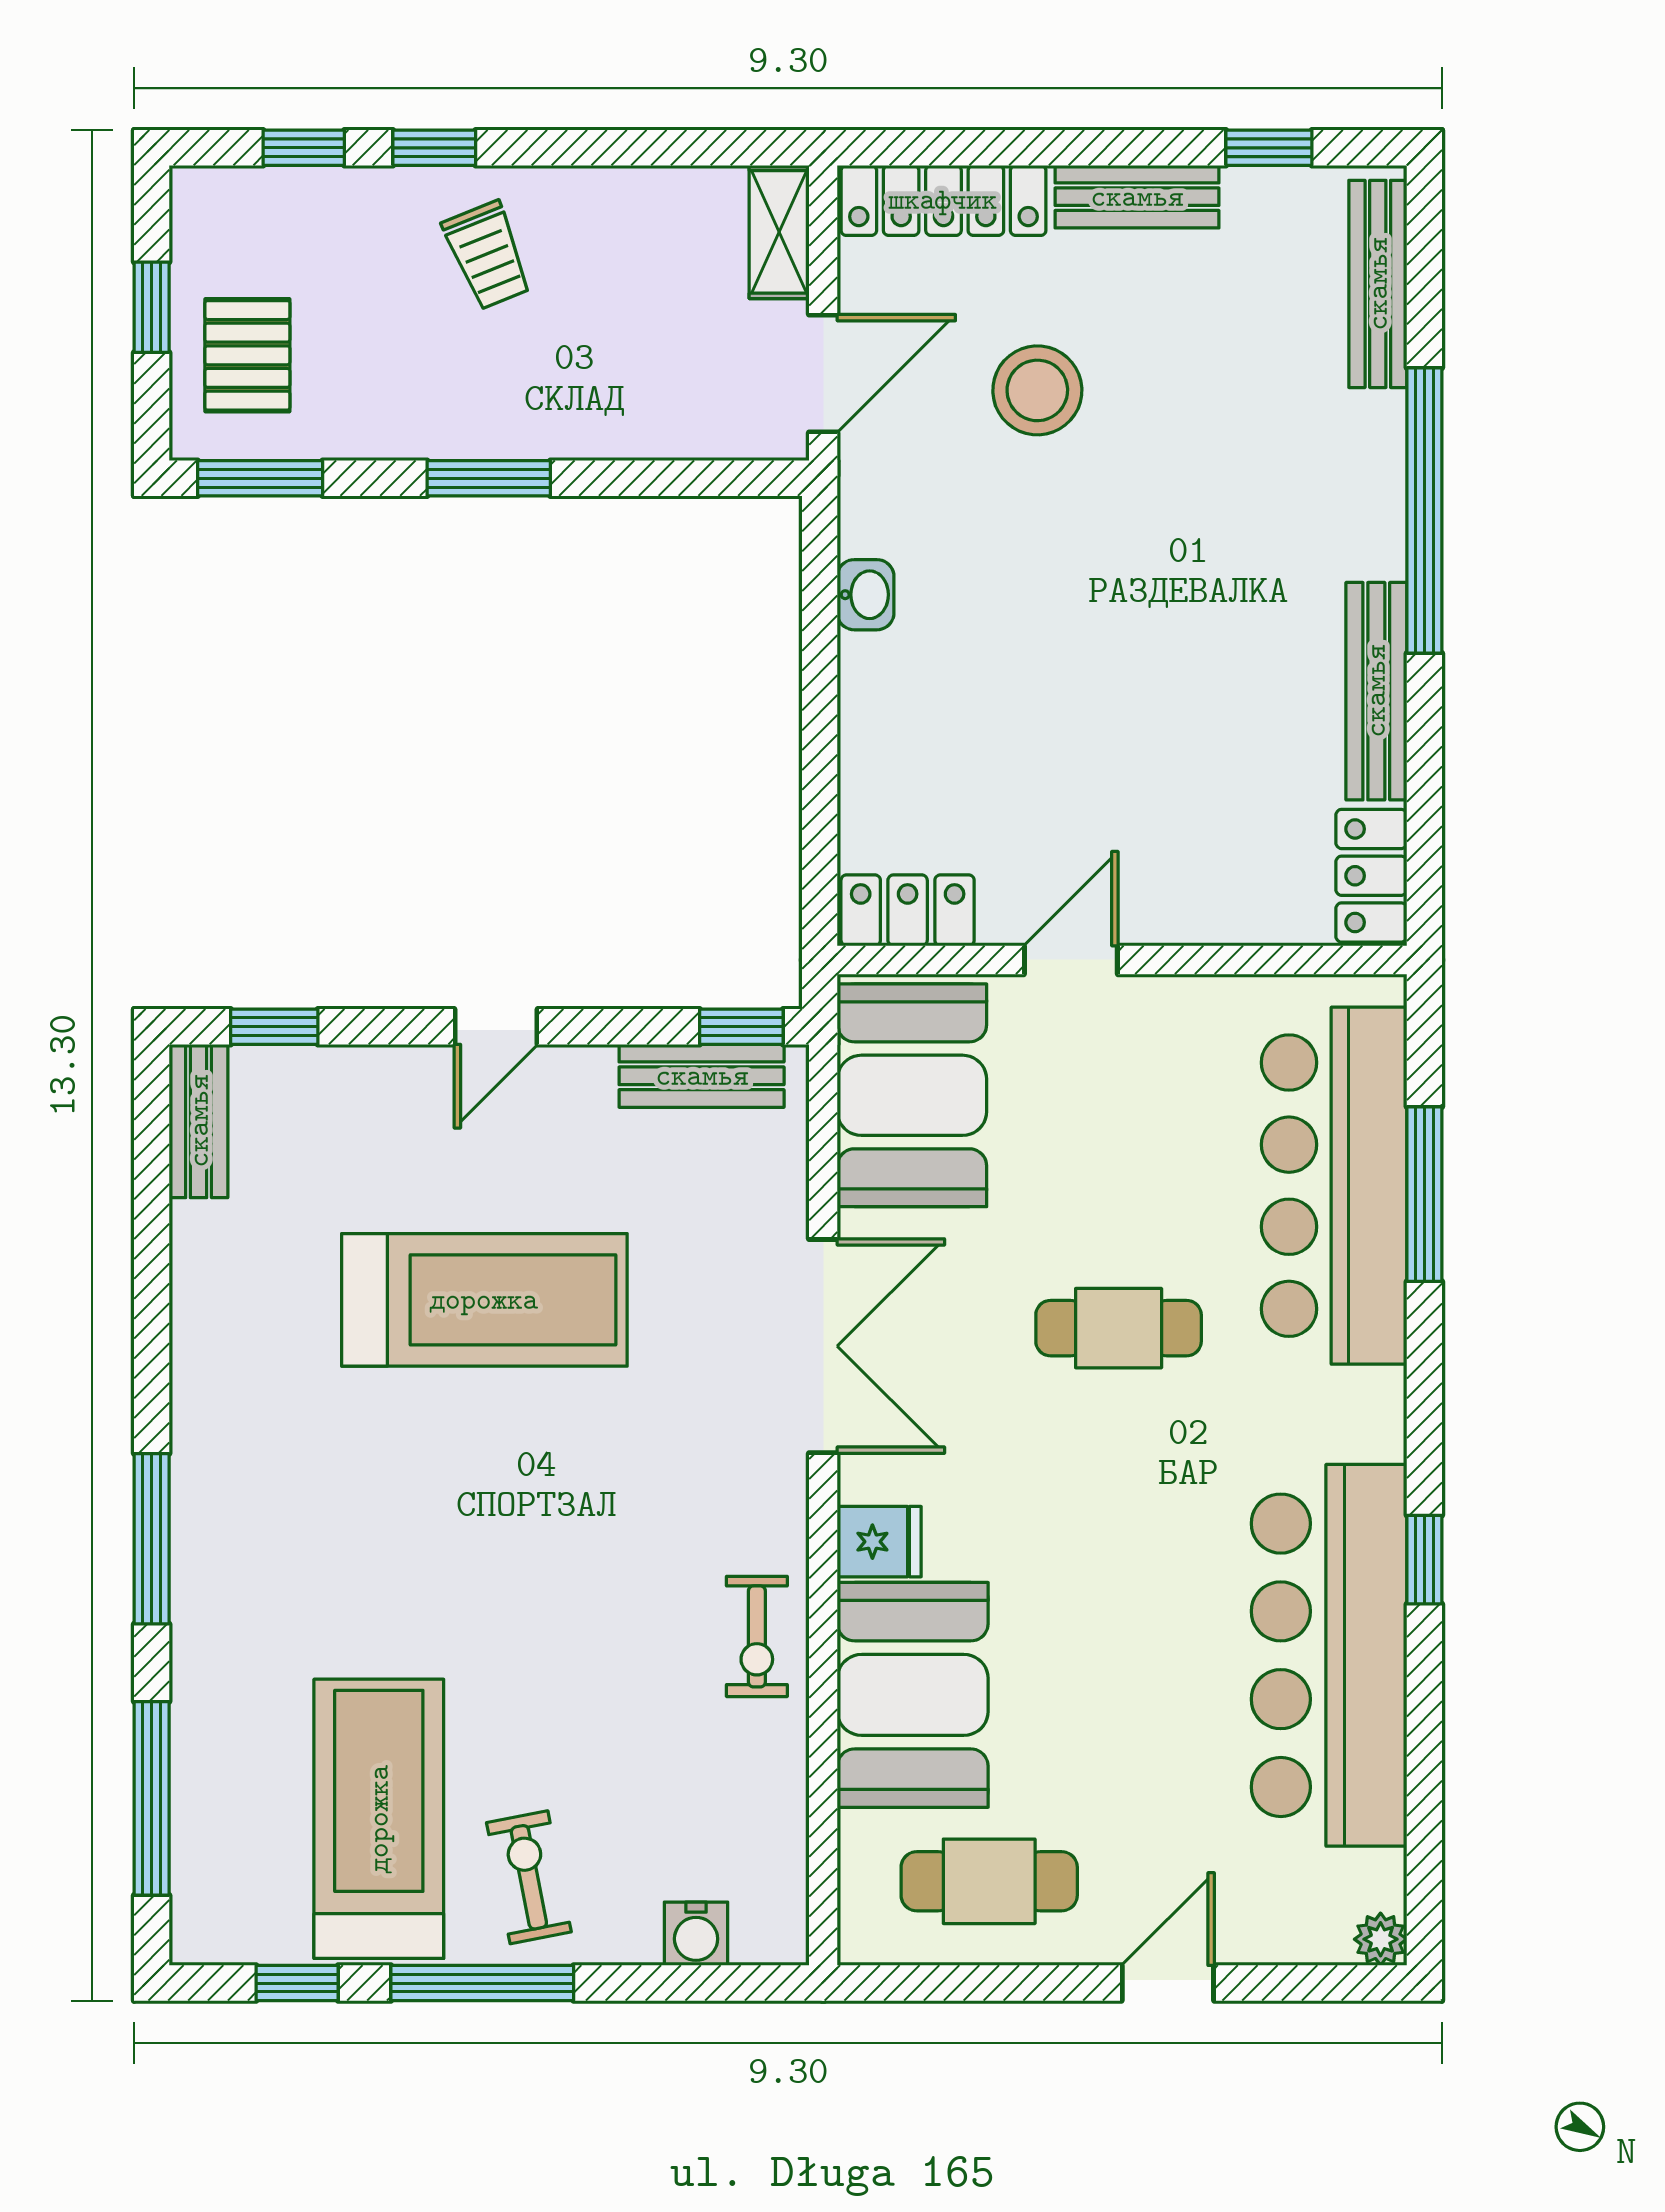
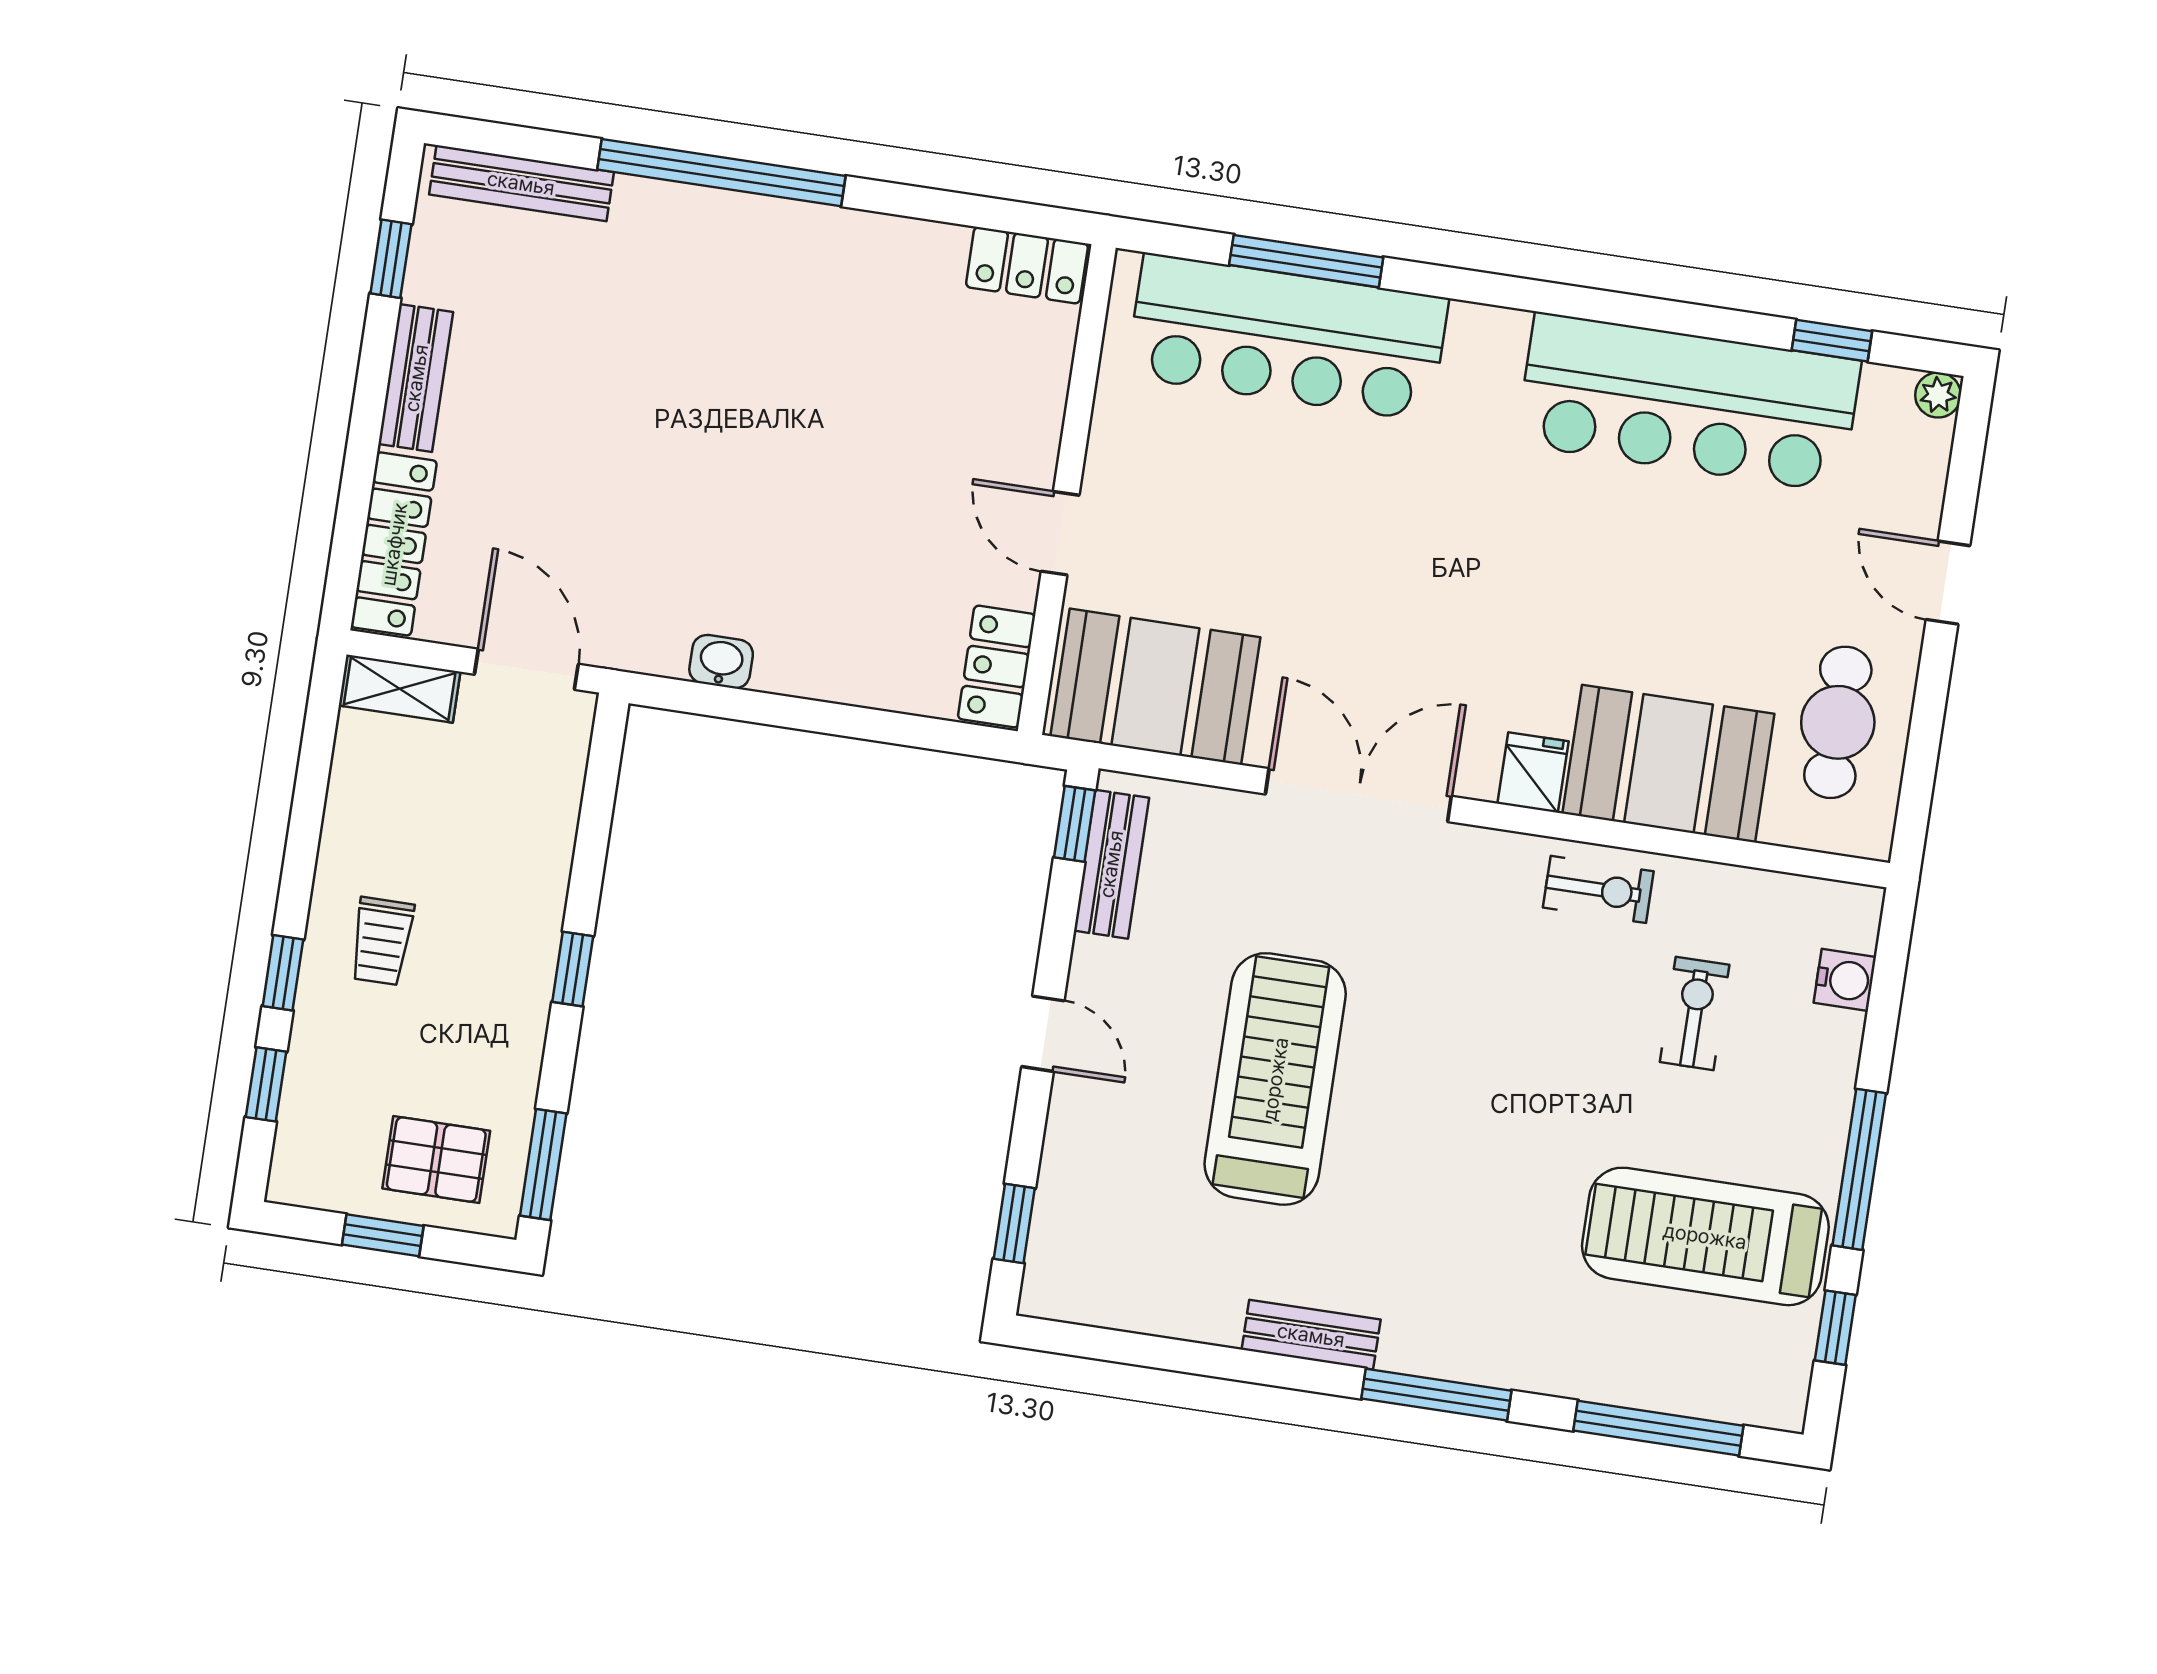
trolley: (487, 255) -> (382, 941), turned 112
stool: (1037, 390) -> (569, 488), removed
window: (489, 478) -> (573, 969), width x0.67
bench: (1376, 691) -> (870, 237), removed
bench: (199, 1121) -> (1311, 1335), moved
cafe table: (1119, 1328) -> (1381, 540), removed
window: (1424, 1560) -> (1832, 341), moved
exercise bike: (529, 1877) -> (1695, 1013), moved, turned 101

